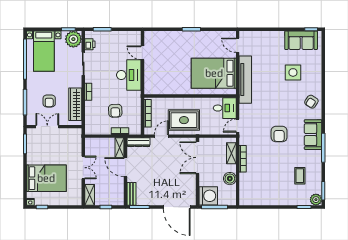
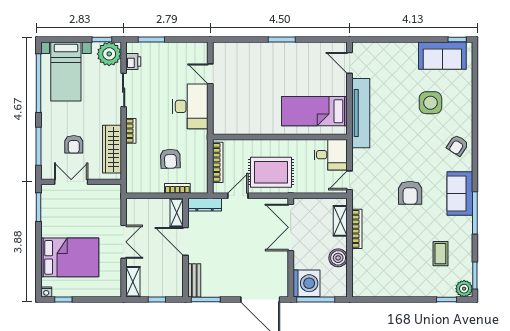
bed: (214, 73) -> (314, 111), width x0.67

